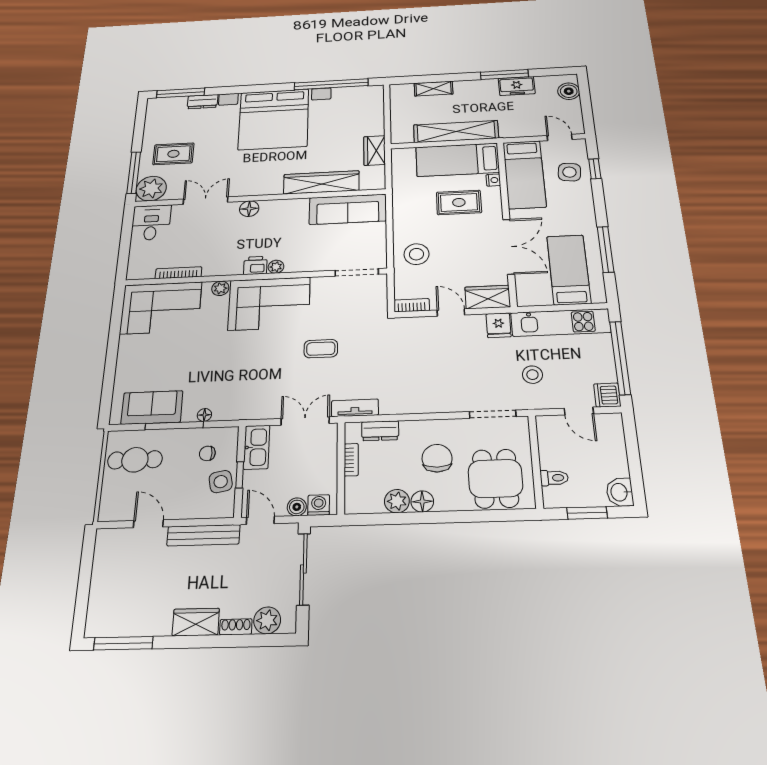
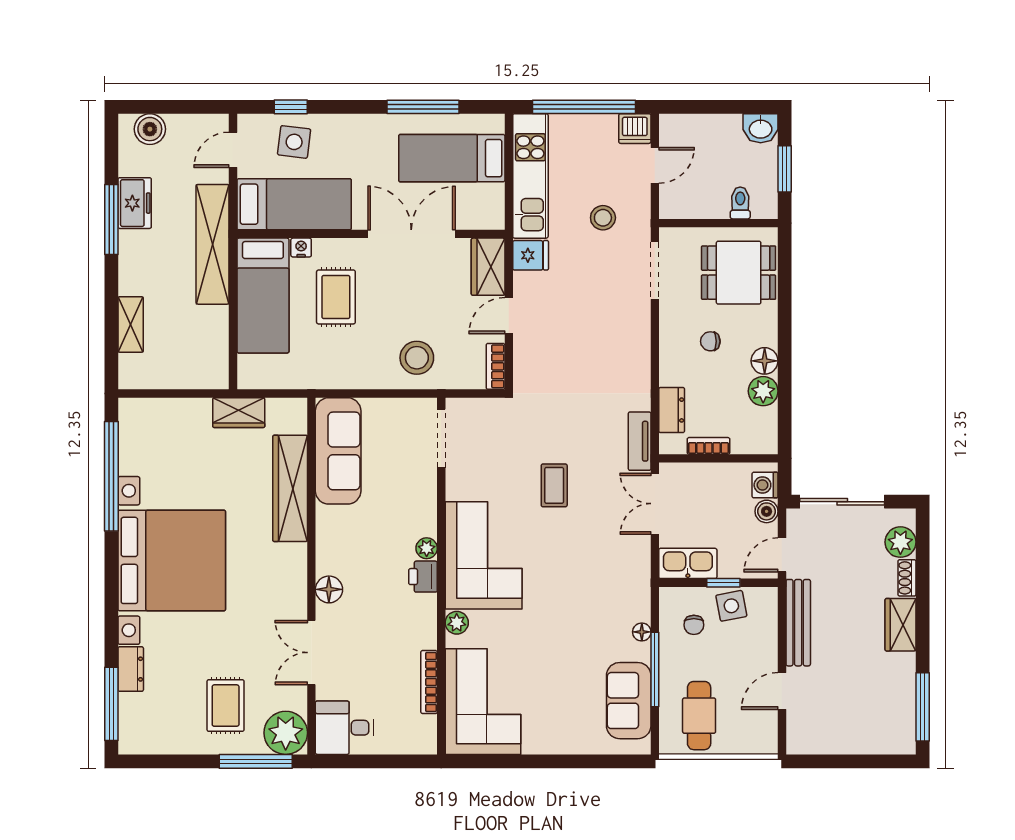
shelving: (456, 132) -> (213, 244), moved
chair: (437, 458) -> (710, 341), width x0.54, depth x0.54

